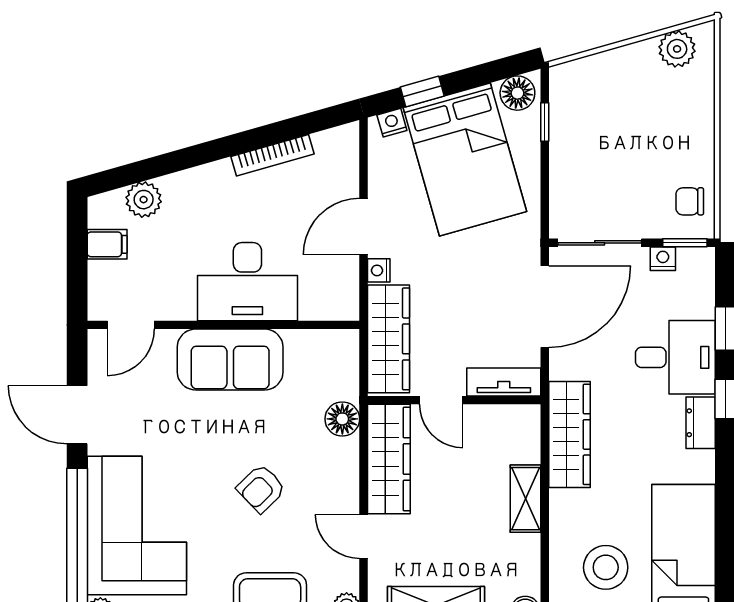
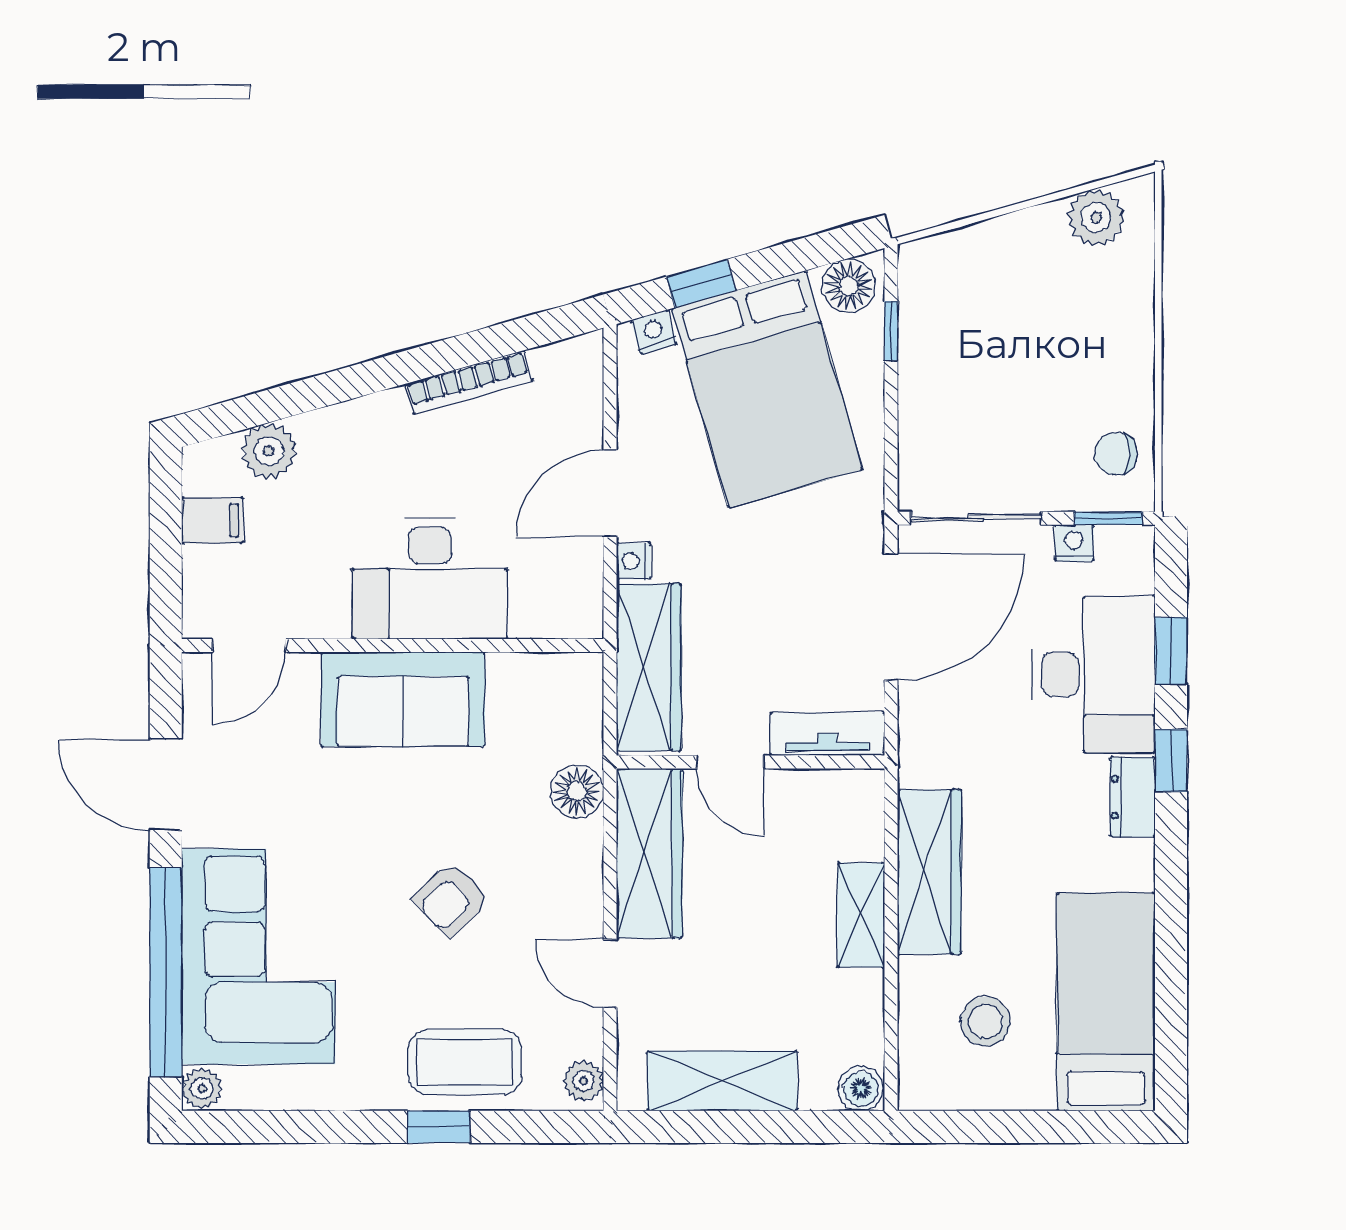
desk: (675, 357) -> (1093, 674), width x1.37
wardrobe: (569, 434) -> (929, 872), moved
stool: (606, 567) -> (985, 1021), width x0.73, depth x0.73

